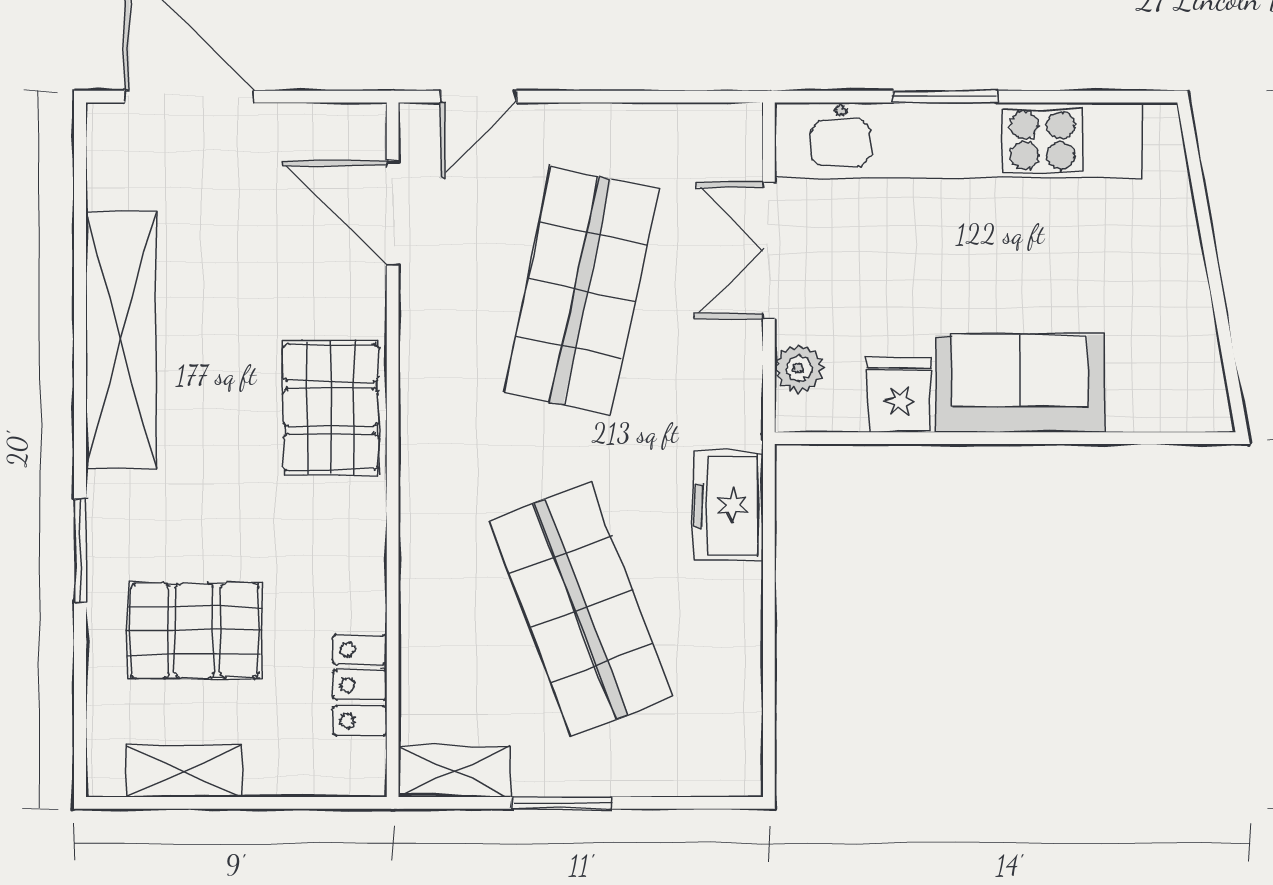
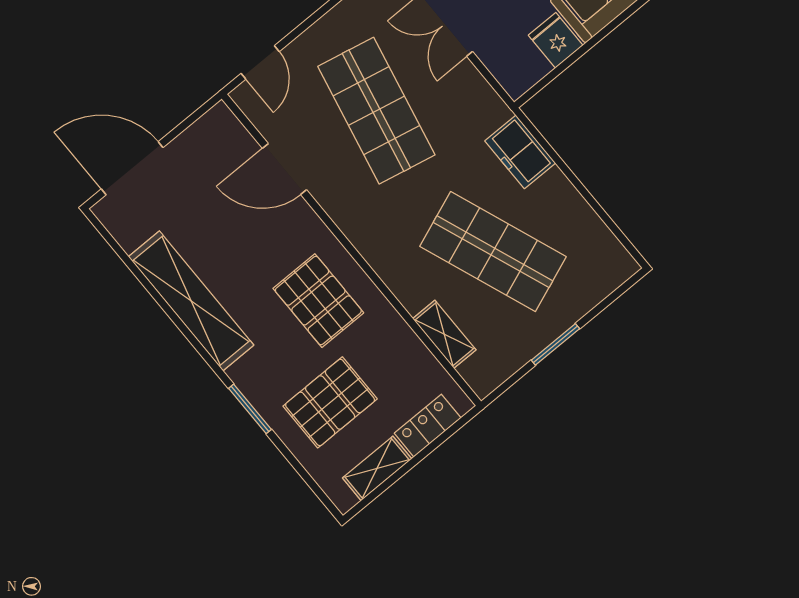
door: (393, 213) -> (284, 169), moved
plant: (799, 368) -> (501, 65), removed
pallet: (331, 408) -> (318, 301), moved
locker: (360, 685) -> (428, 426), moved, turned 90
shelving: (455, 772) -> (444, 334), moved, turned 90

